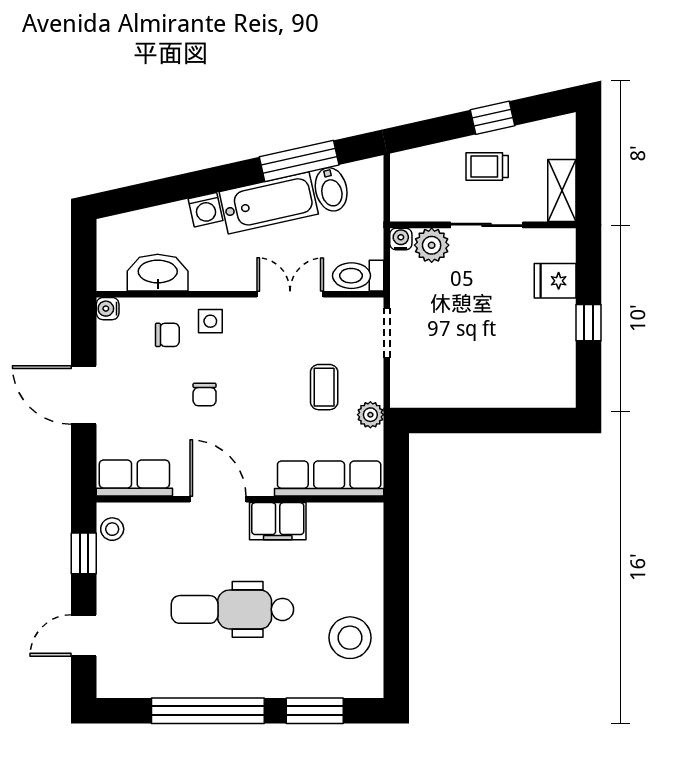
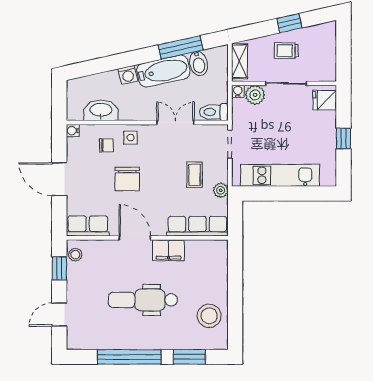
shelving: (562, 191) -> (239, 61), moved
fridge: (555, 281) -> (325, 100), moved
kitchen unit: (476, 388) -> (280, 175), added
chair: (205, 395) -> (127, 179), width x1.87, depth x1.87

